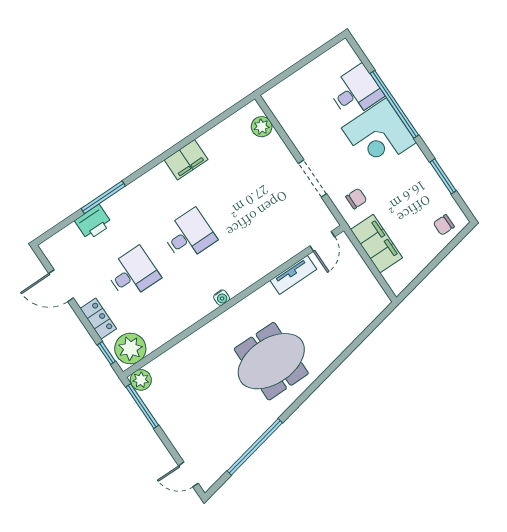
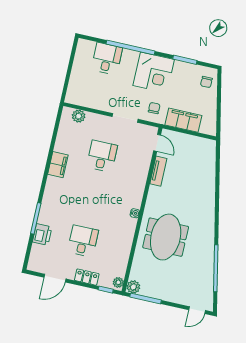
corner desk: (379, 135) -> (154, 73), moved
desk: (189, 235) -> (102, 156), moved
plant: (130, 349) -> (118, 282), width x0.53, depth x0.53
meeting table: (271, 361) -> (166, 237), moved

